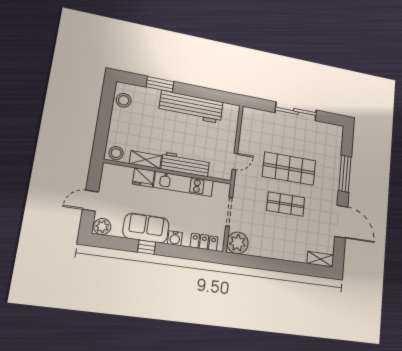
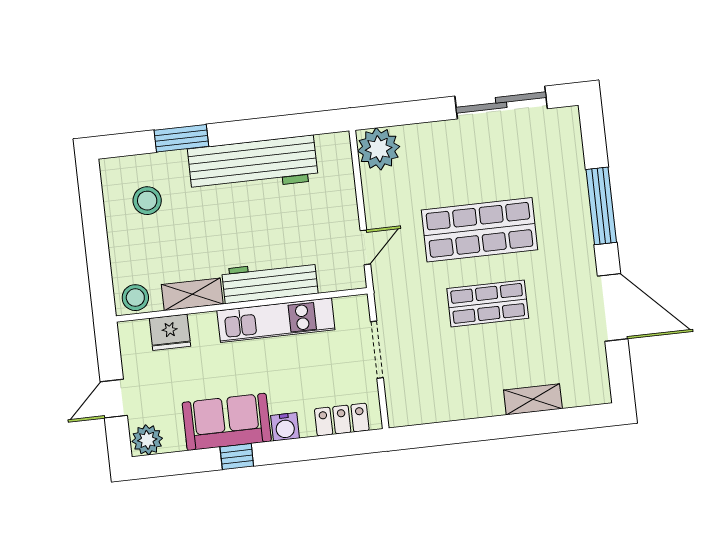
stool: (124, 100) -> (147, 201), moved
sliding door: (296, 111) -> (501, 102), moved
fridge: (144, 177) -> (170, 332), moved
plant: (238, 243) -> (379, 149), moved
shelving: (320, 259) -> (533, 399), moved

